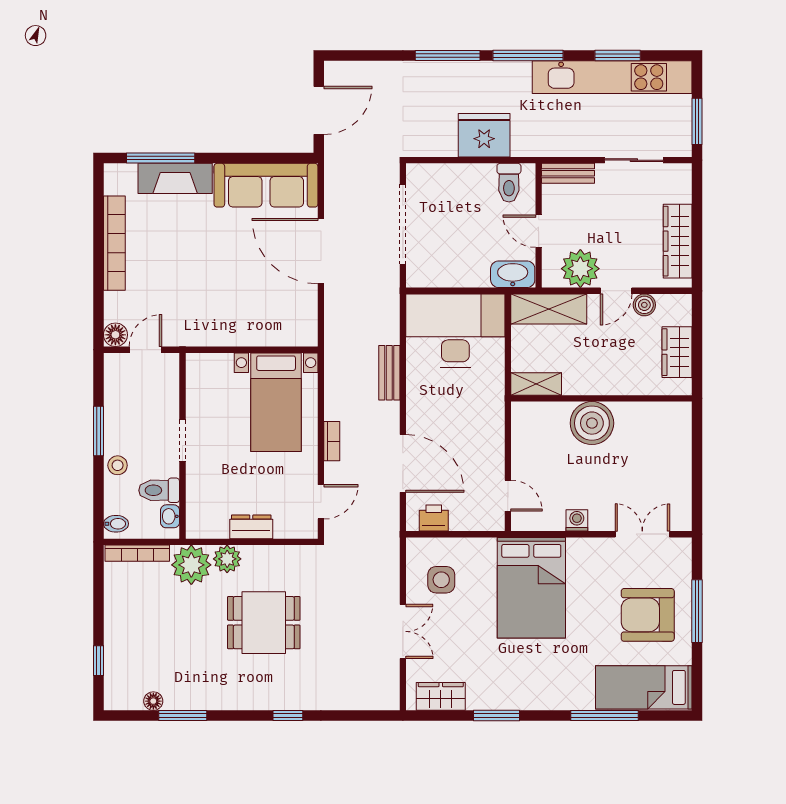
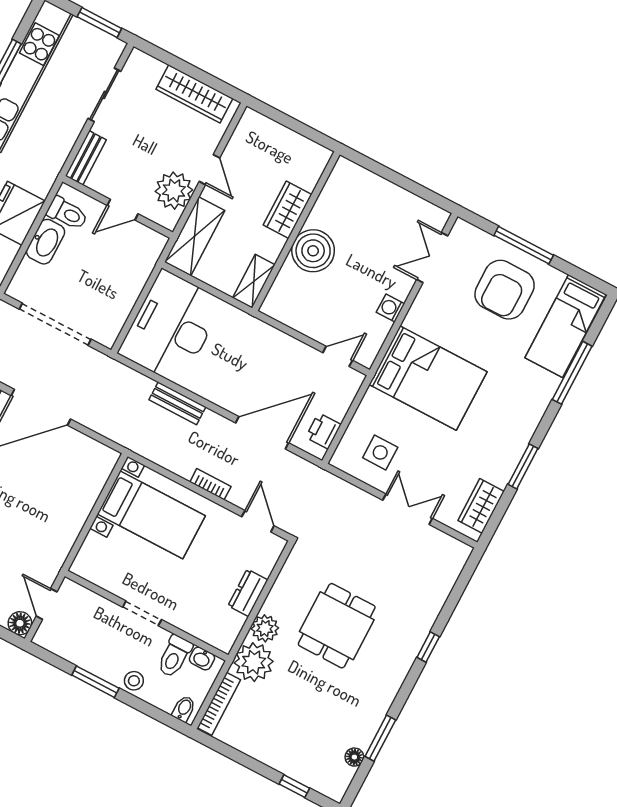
washbasin: (513, 274) -> (46, 242), moved, turned 180
boiler: (644, 305) -> (235, 152), removed
wardrobe: (677, 352) -> (287, 210), moved, turned 90

